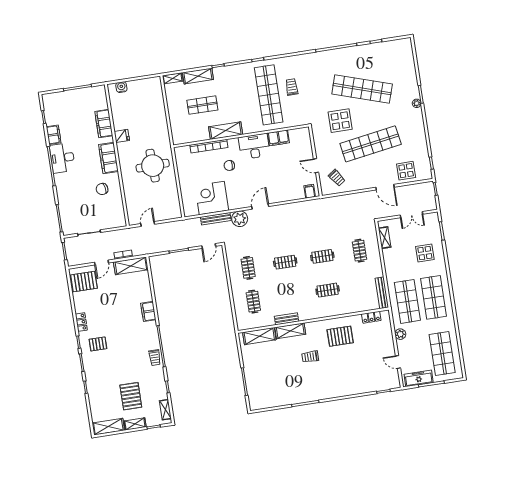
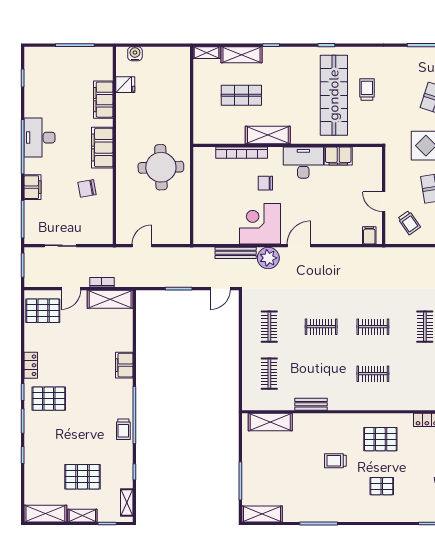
filing cabinet: (54, 135) -> (32, 187), moved
fridge: (122, 136) -> (125, 85), moved
corner desk: (212, 198) -> (260, 224), moved
shelving: (290, 331) -> (262, 514), moved
pallet: (98, 344) -> (49, 399), width x1.50, depth x1.42
pallet: (346, 370) -> (382, 486), added
pallet: (131, 396) -> (82, 477), turned 90

